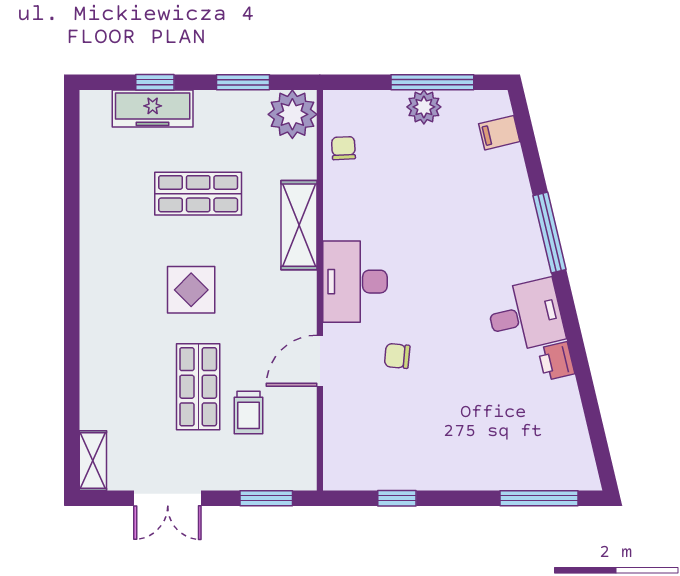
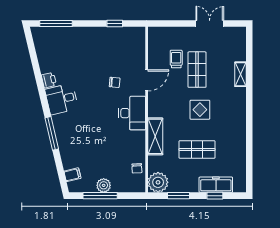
shelving: (93, 461) -> (241, 74), moved
window: (266, 498) -> (169, 23), removed

